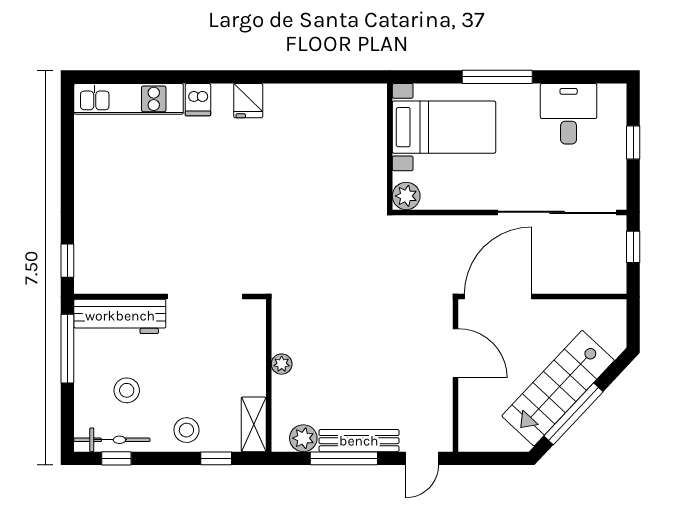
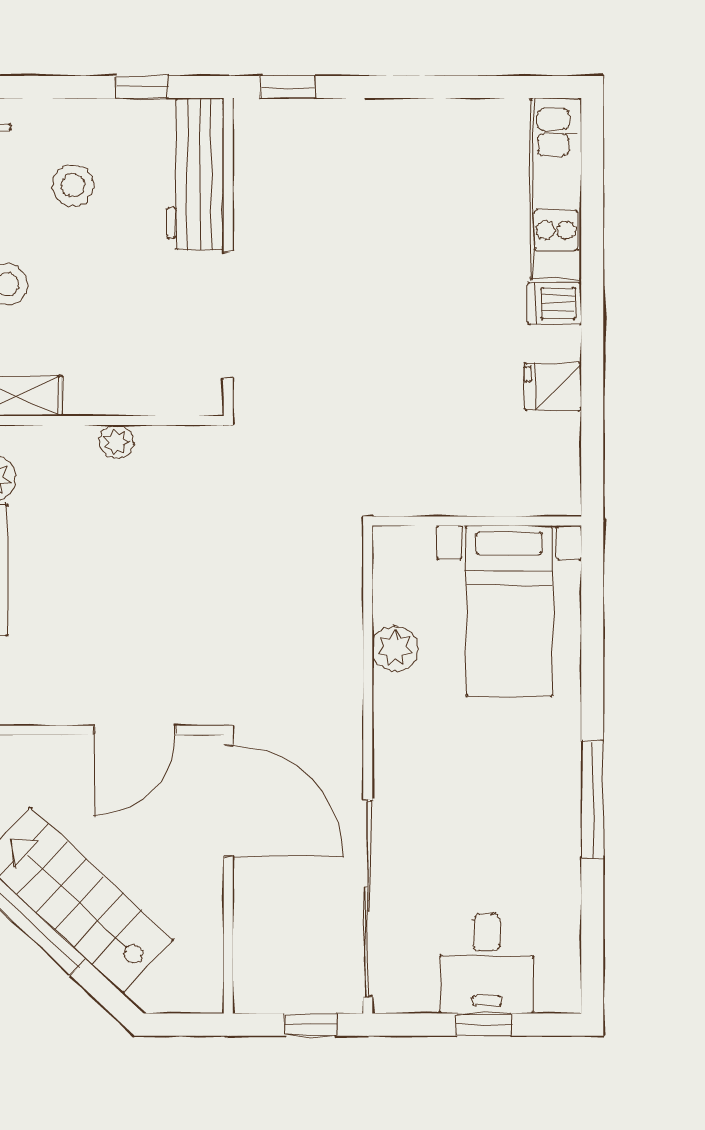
desk: (569, 114) -> (487, 963), moved, turned 90
bed with nightstands: (444, 127) -> (509, 611), moved
wall: (390, 147) -> (477, 521), moved
window: (67, 349) -> (142, 87), width x0.46

